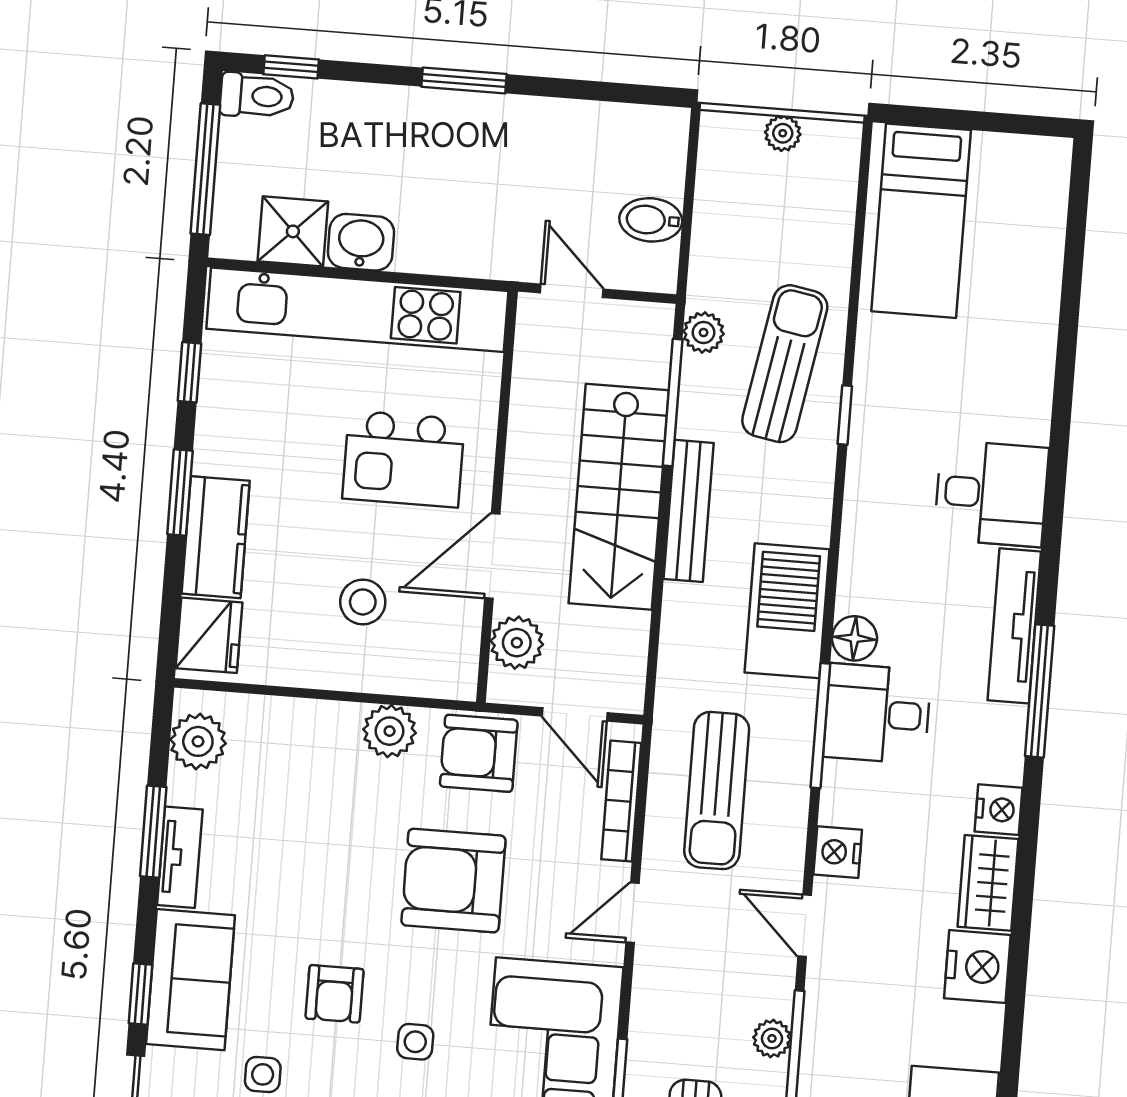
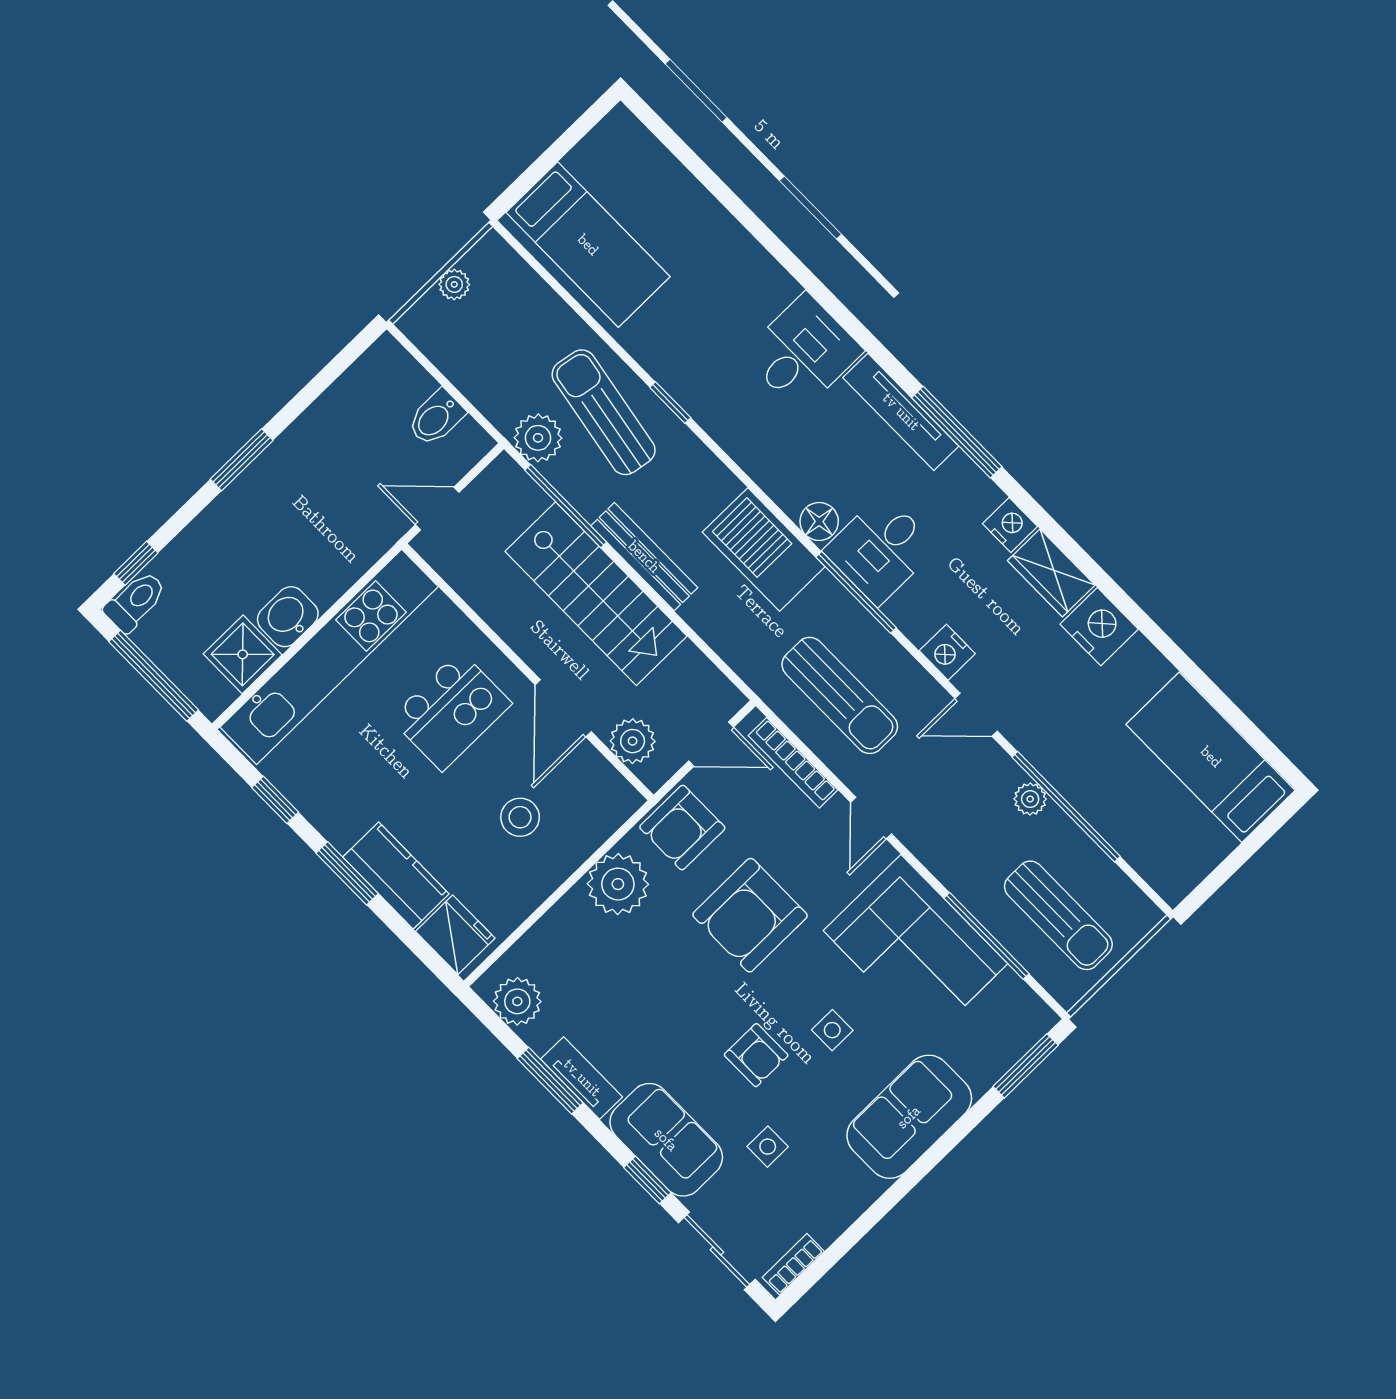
plant: (704, 332) -> (538, 438), width x1.38, depth x1.38
plant: (390, 731) -> (618, 884), width x1.36, depth x1.36

